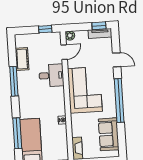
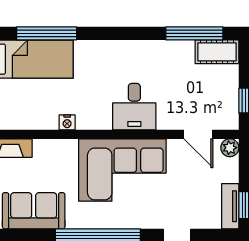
cot: (22, 59) -> (217, 52), moved
desk: (51, 75) -> (134, 107), moved
window: (14, 81) -> (194, 33), moved

